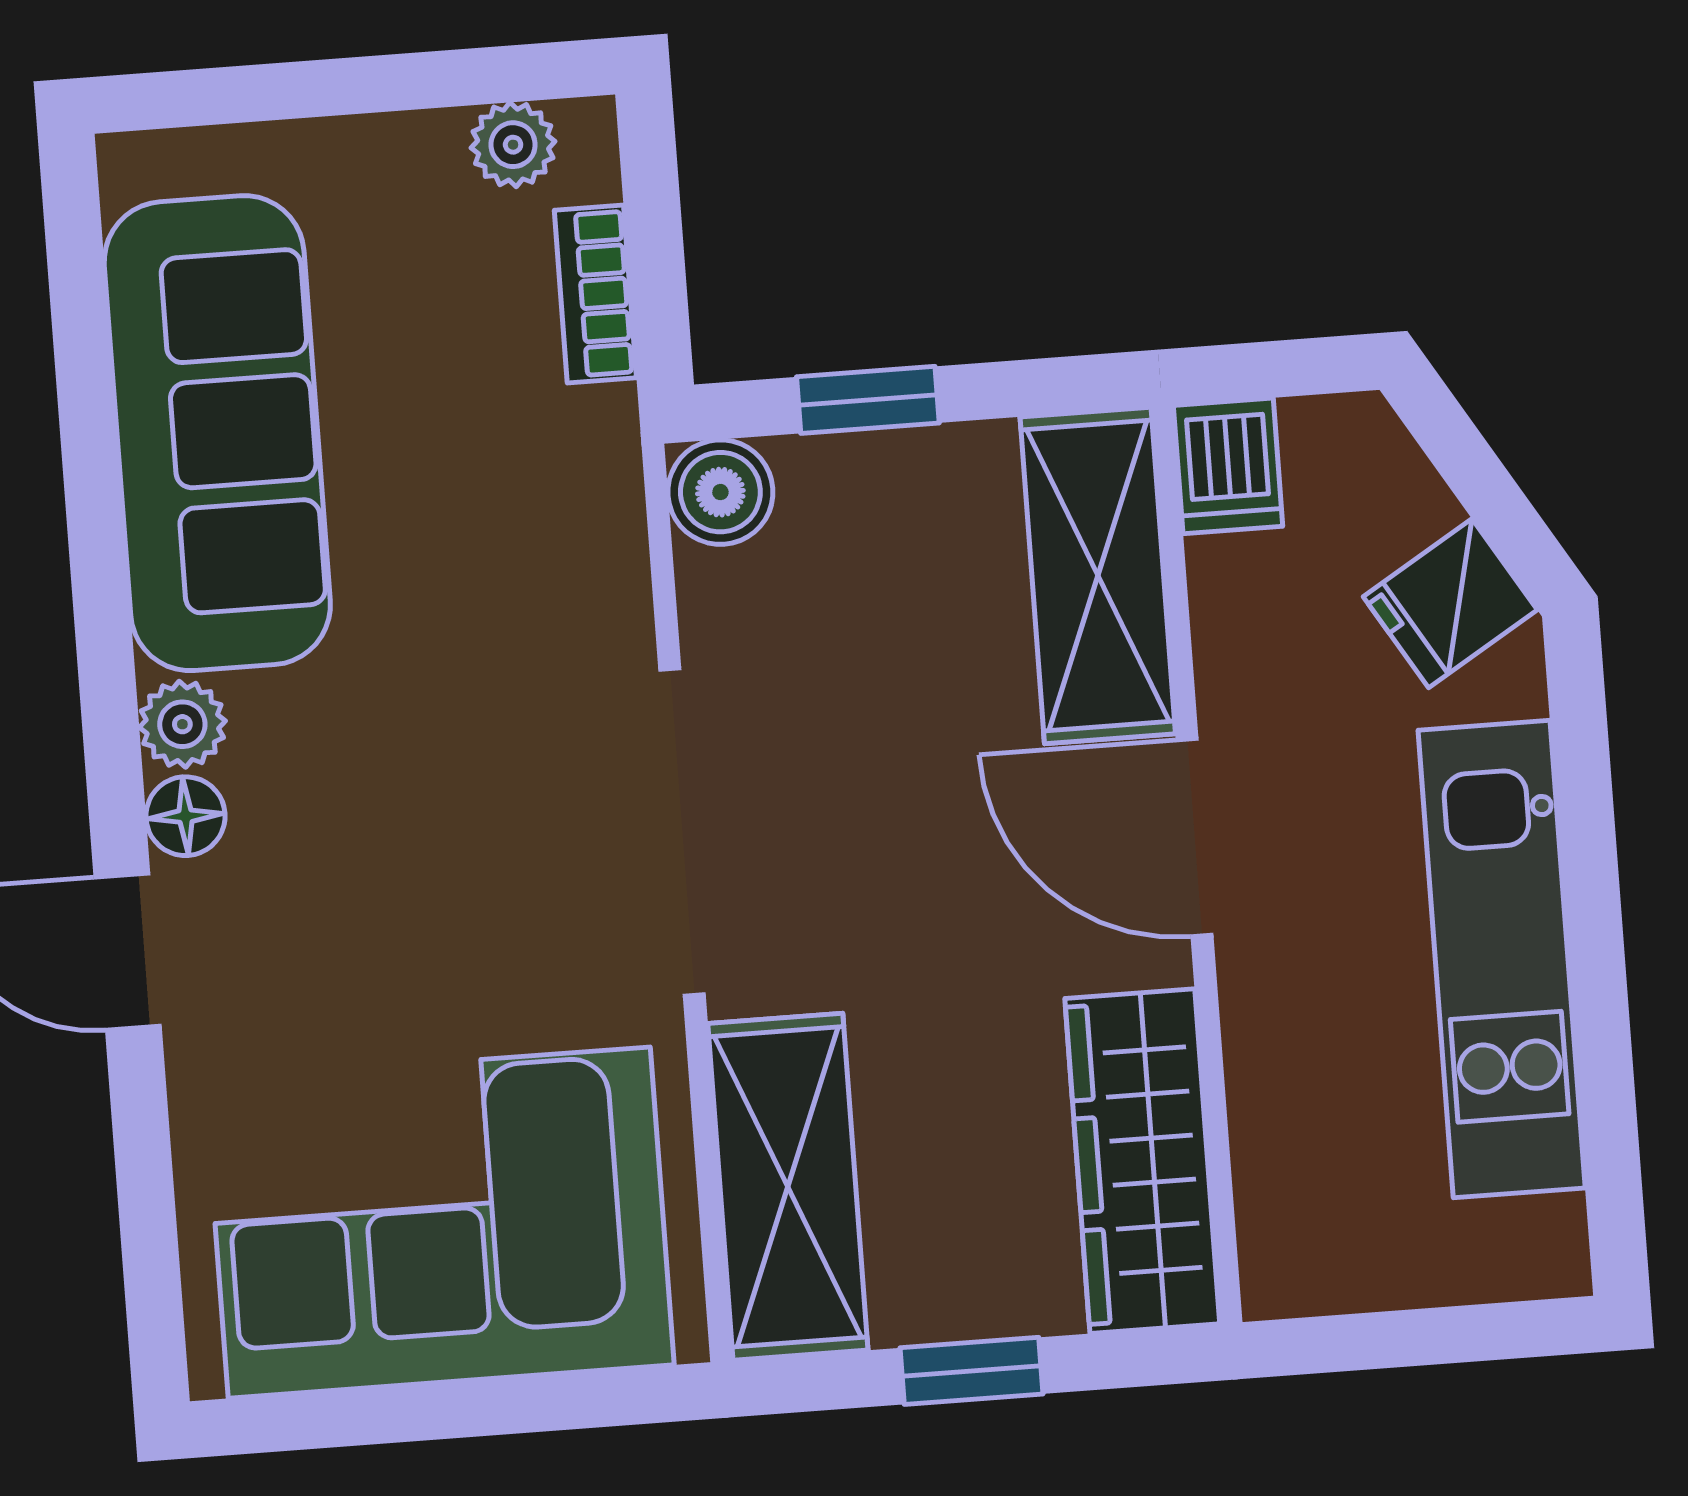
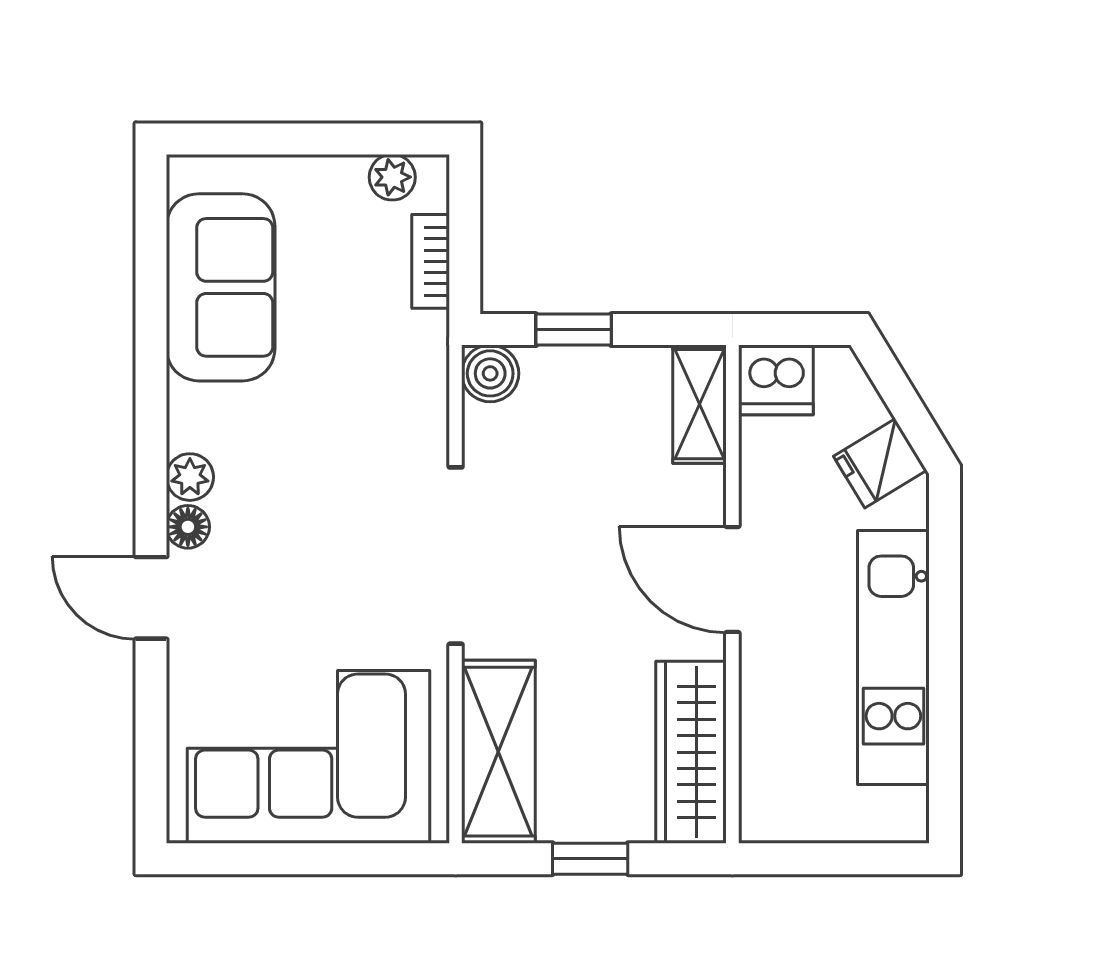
sofa: (217, 433) -> (221, 287), width x0.73
dishwasher: (1228, 466) -> (776, 380), width x1.38
shelving: (1098, 575) -> (700, 404), width x0.67, depth x0.75

